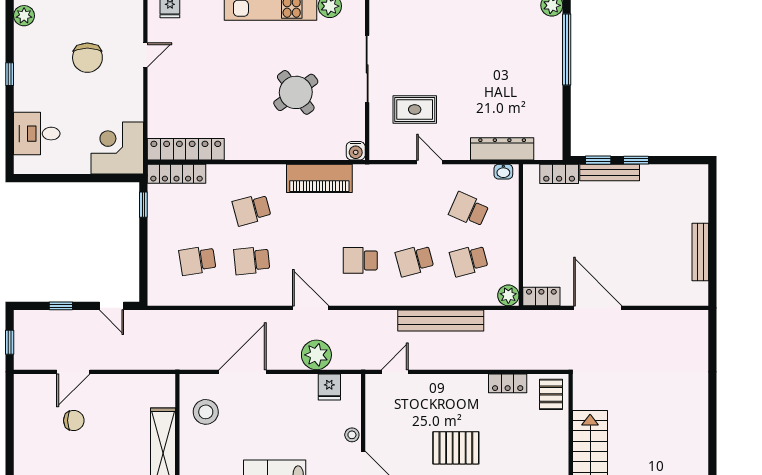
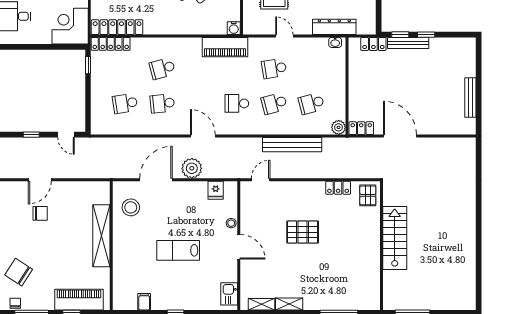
piano: (319, 178) -> (225, 47), moved
school desk: (469, 210) -> (274, 68), moved, turned -33
plant: (316, 355) -> (192, 168), moved

